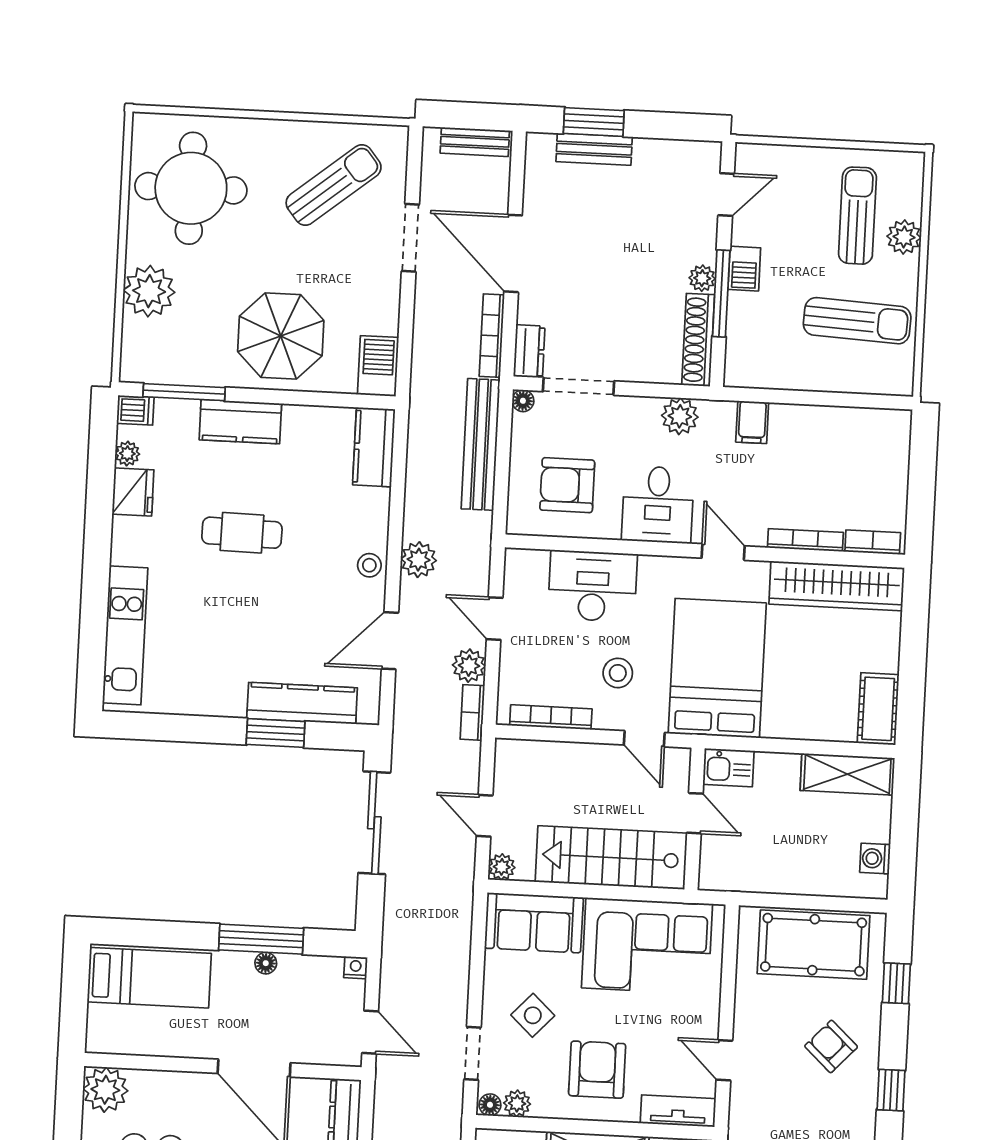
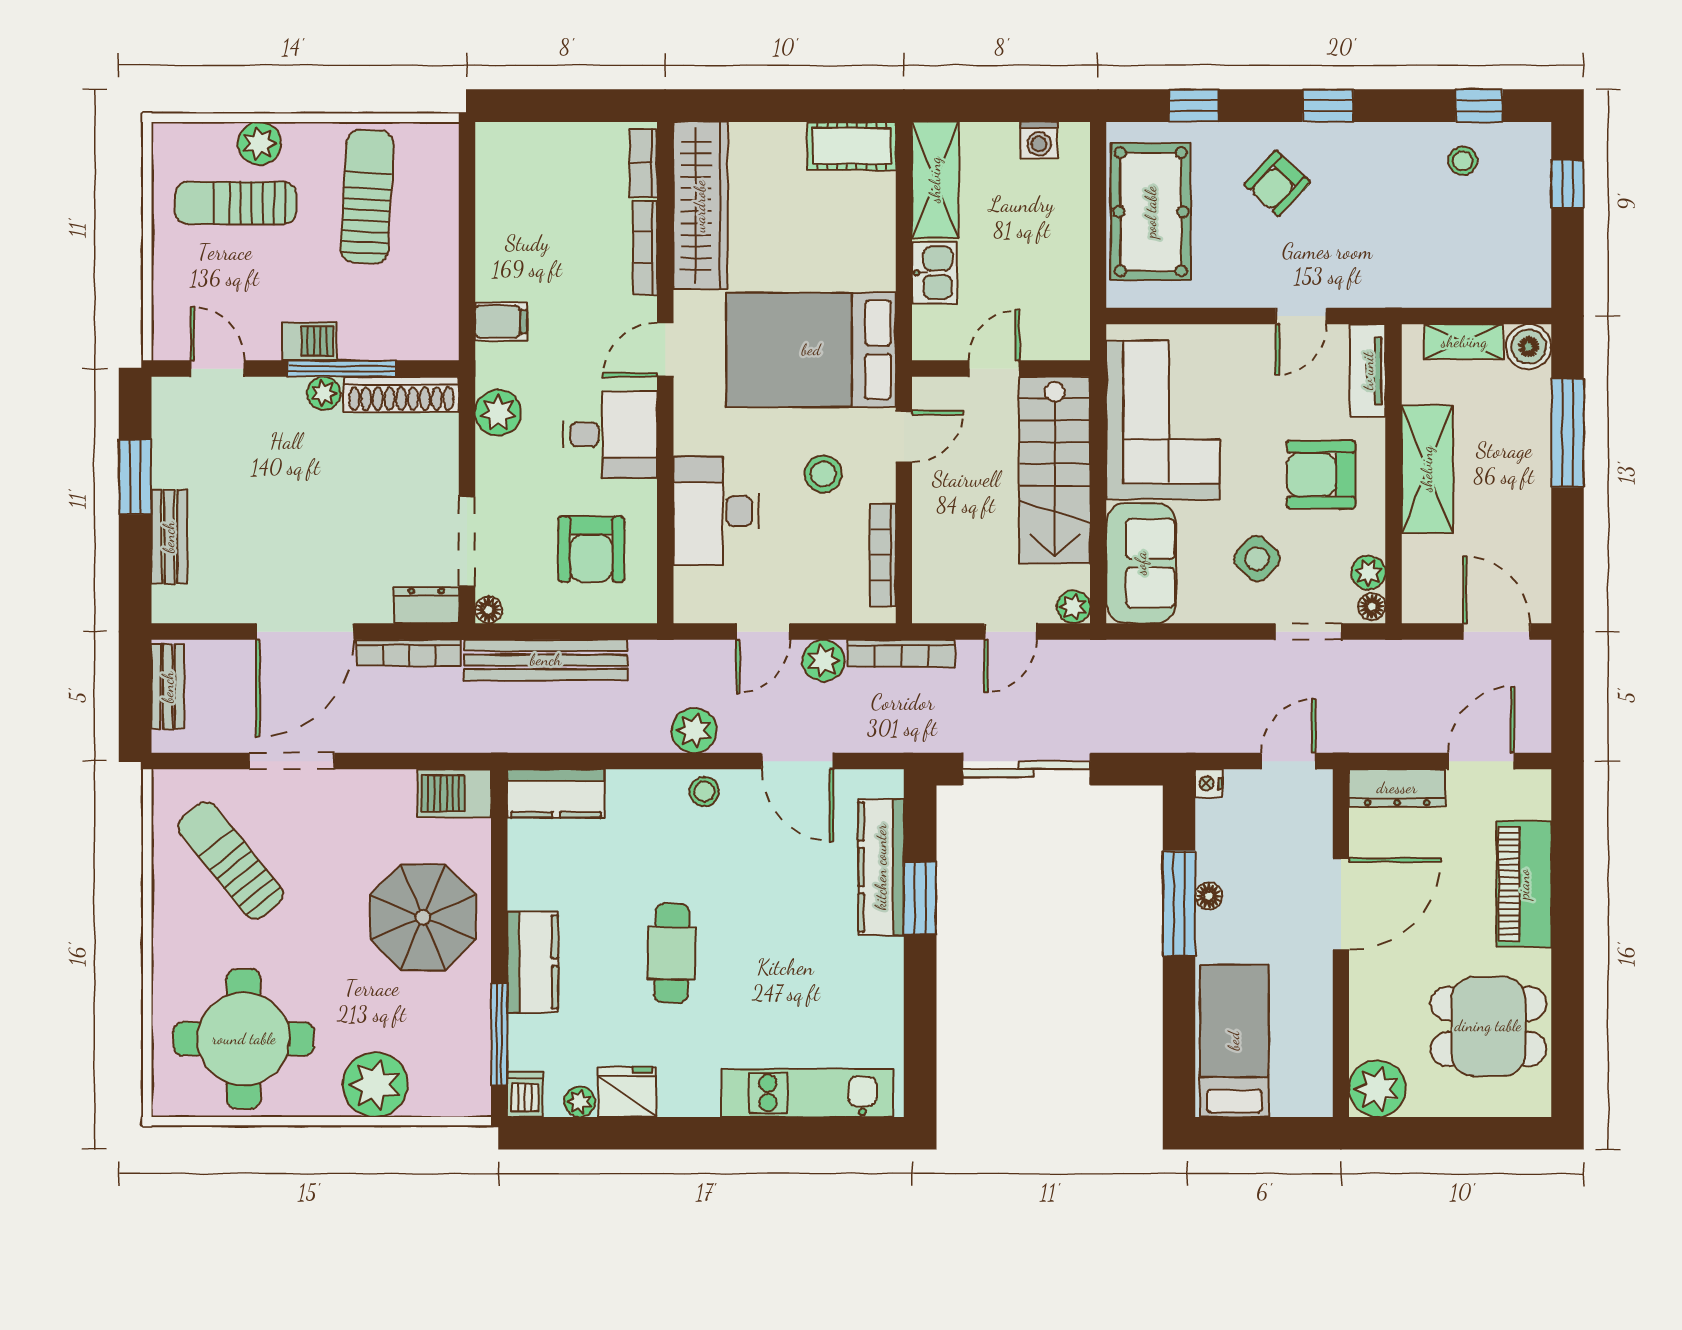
window: (594, 122) -> (135, 477), moved
bookcase: (472, 712) -> (901, 653), width x1.56
kitchen sink: (729, 768) -> (935, 273), moved

